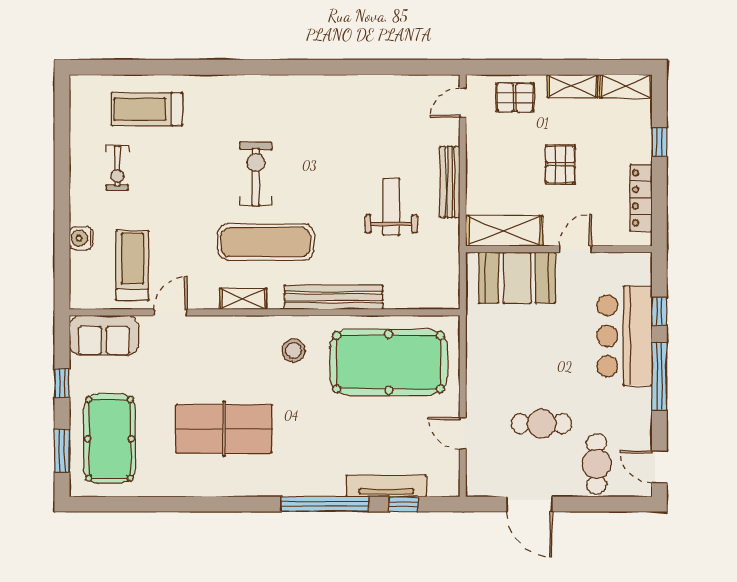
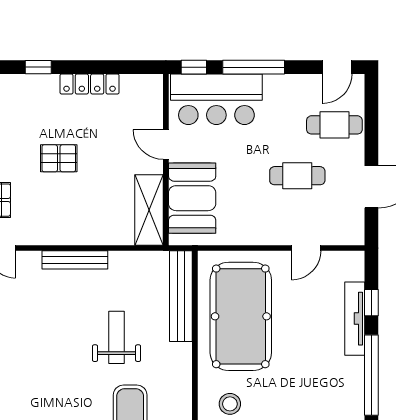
weight bench: (391, 207) -> (117, 337), moved, turned 90
shelving: (504, 231) -> (149, 210), moved
wall: (559, 249) -> (166, 160), moved
door: (575, 249) -> (166, 144), moved
booth: (517, 278) -> (192, 198), moved
bench: (334, 297) -> (181, 296), moved
cafe table: (541, 424) -> (297, 176), turned 90

